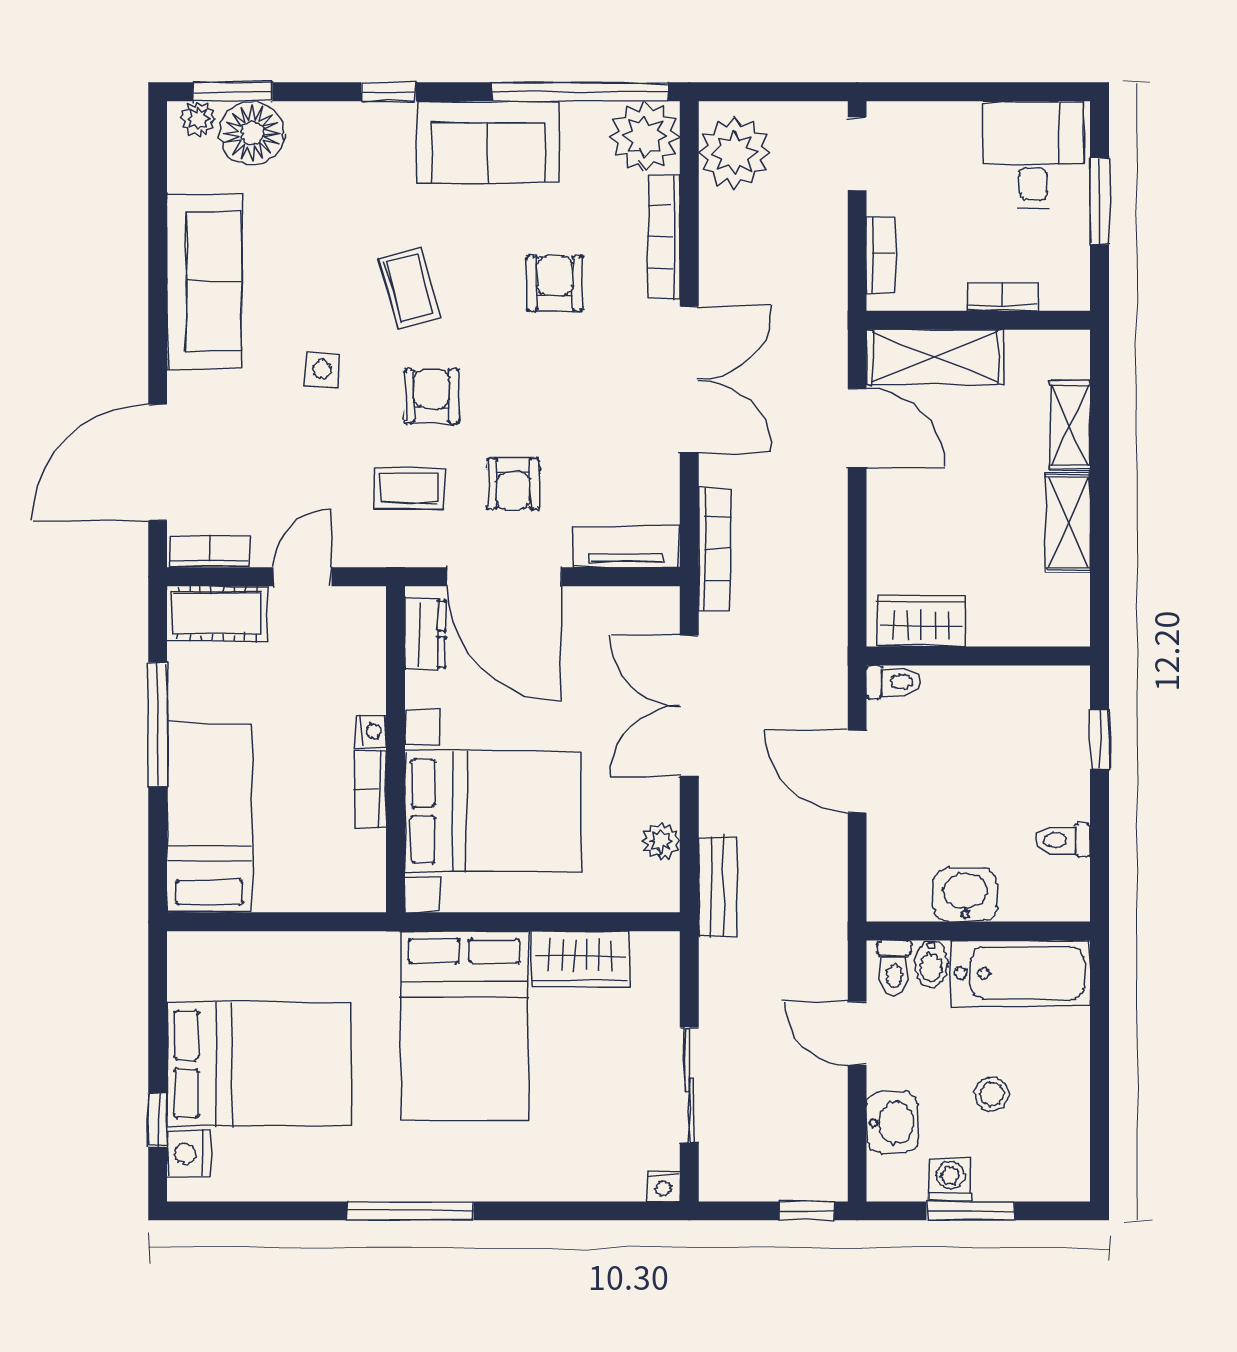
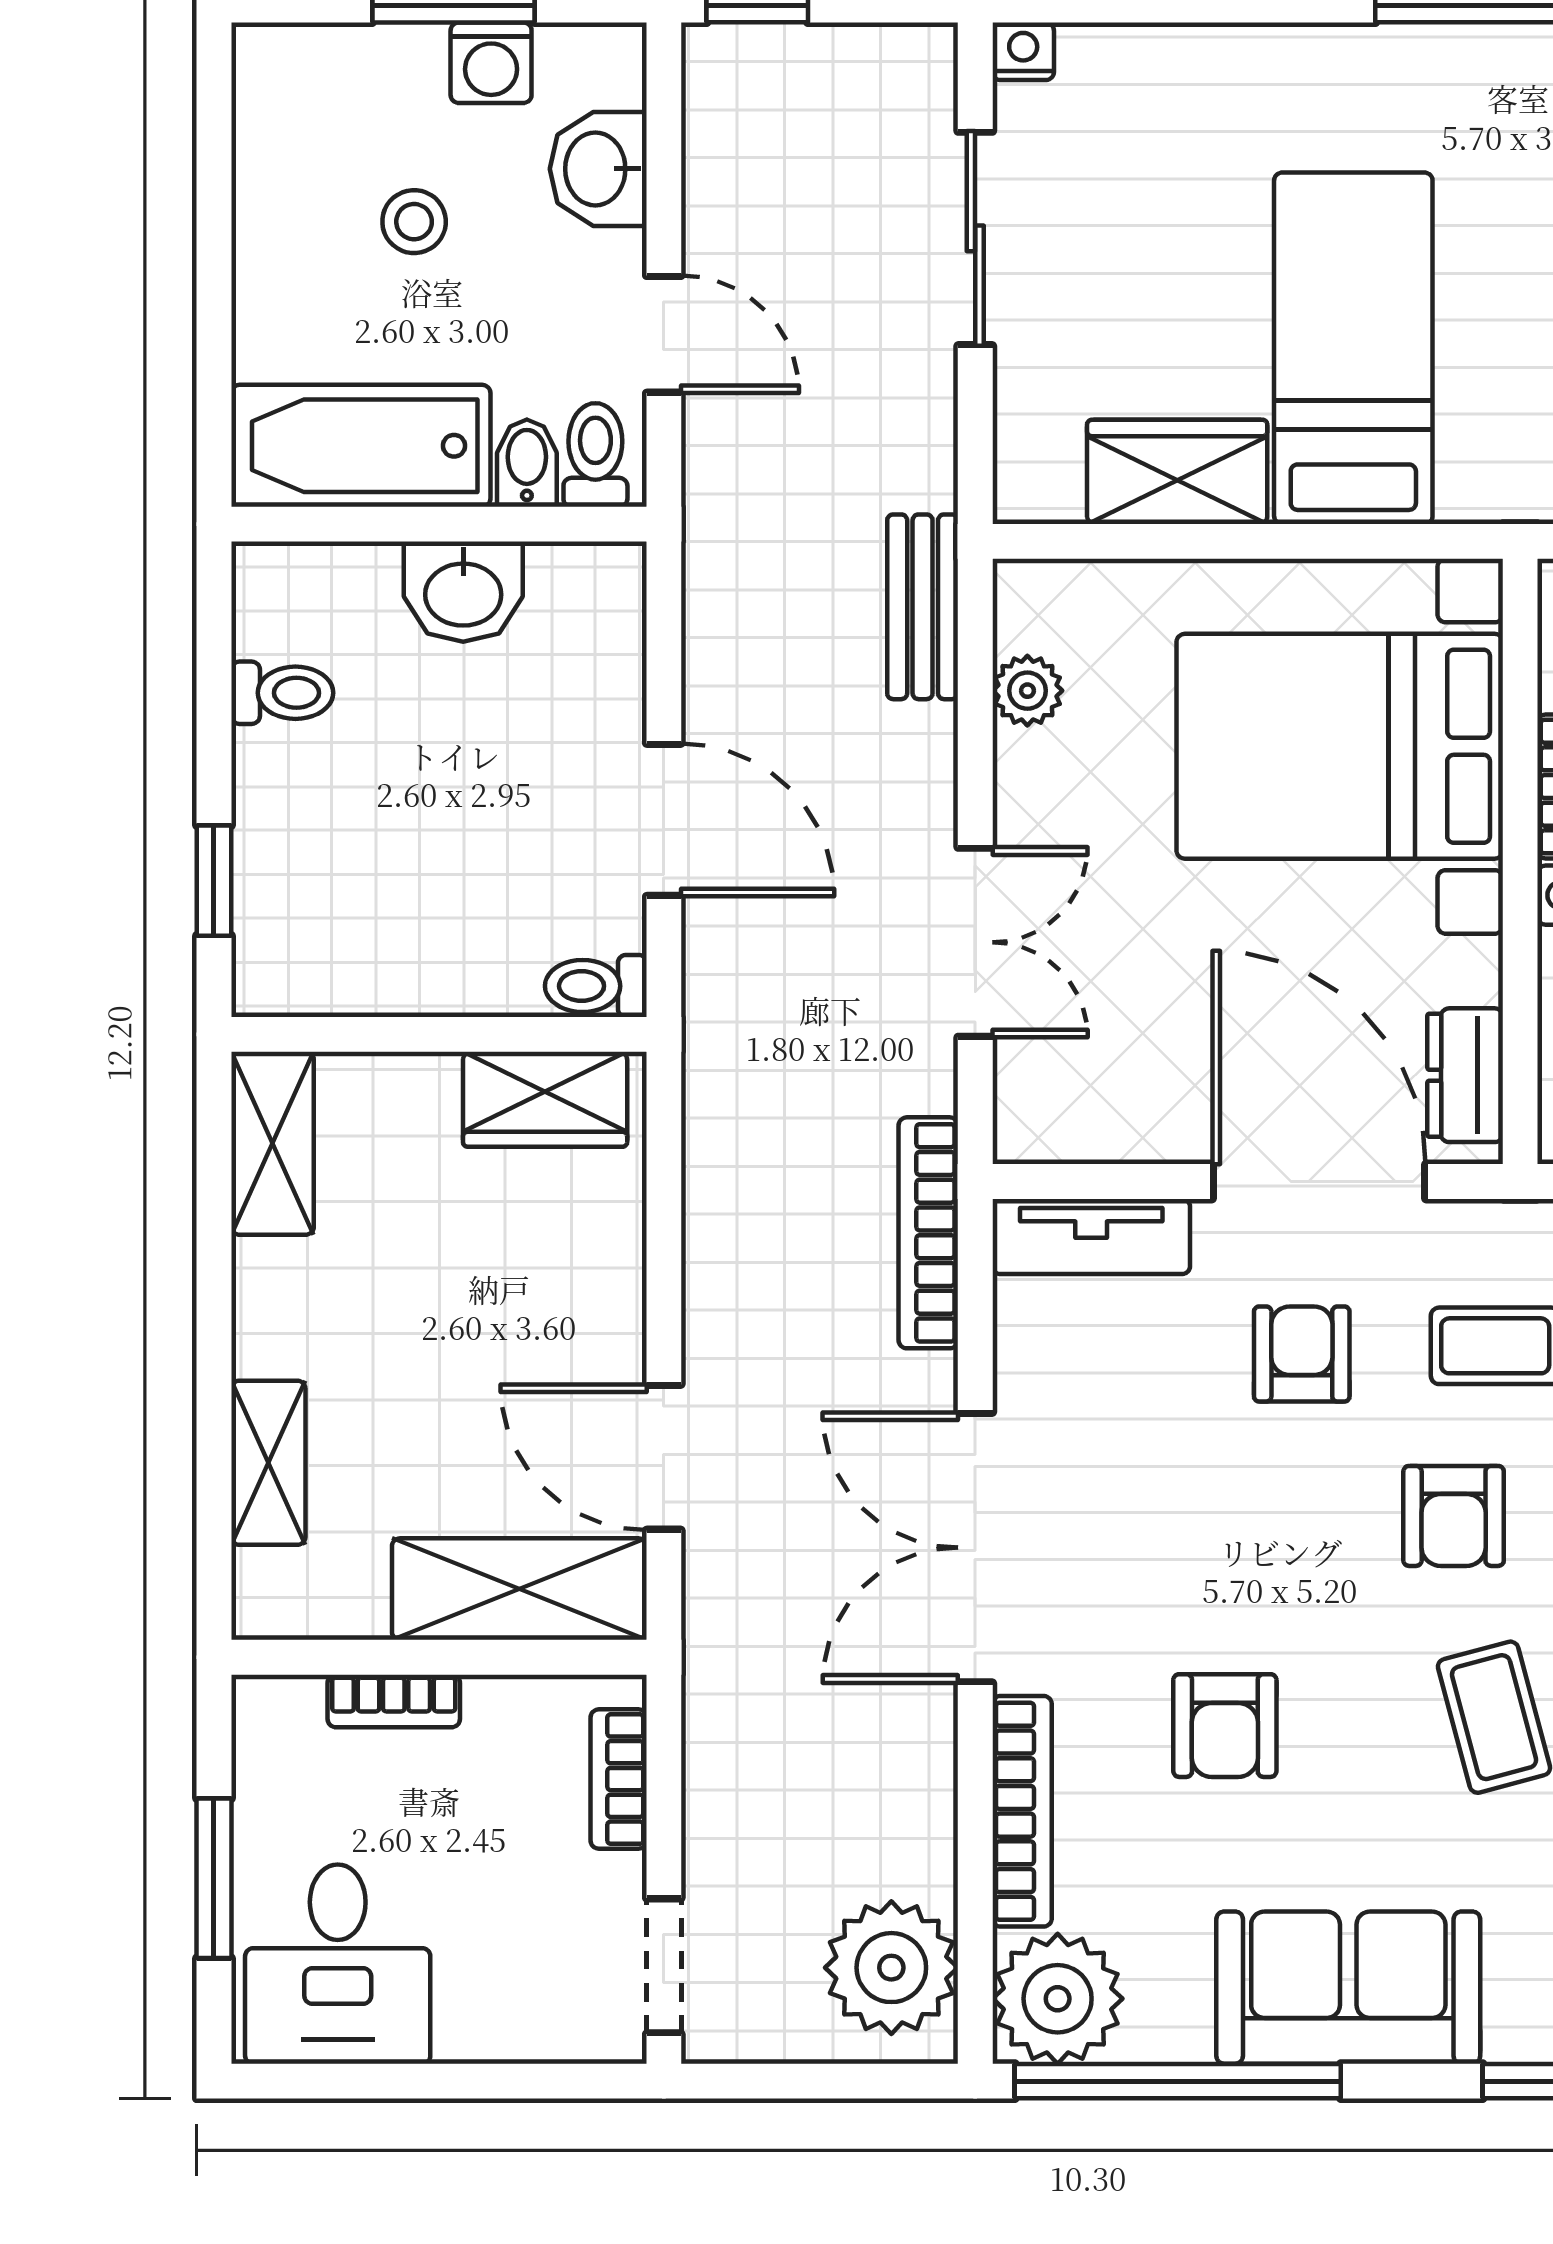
shelving: (1068, 522) -> (273, 1143), moved
double door: (689, 706) -> (975, 942), width x0.73
bed: (464, 1026) -> (1353, 348), width x0.67

